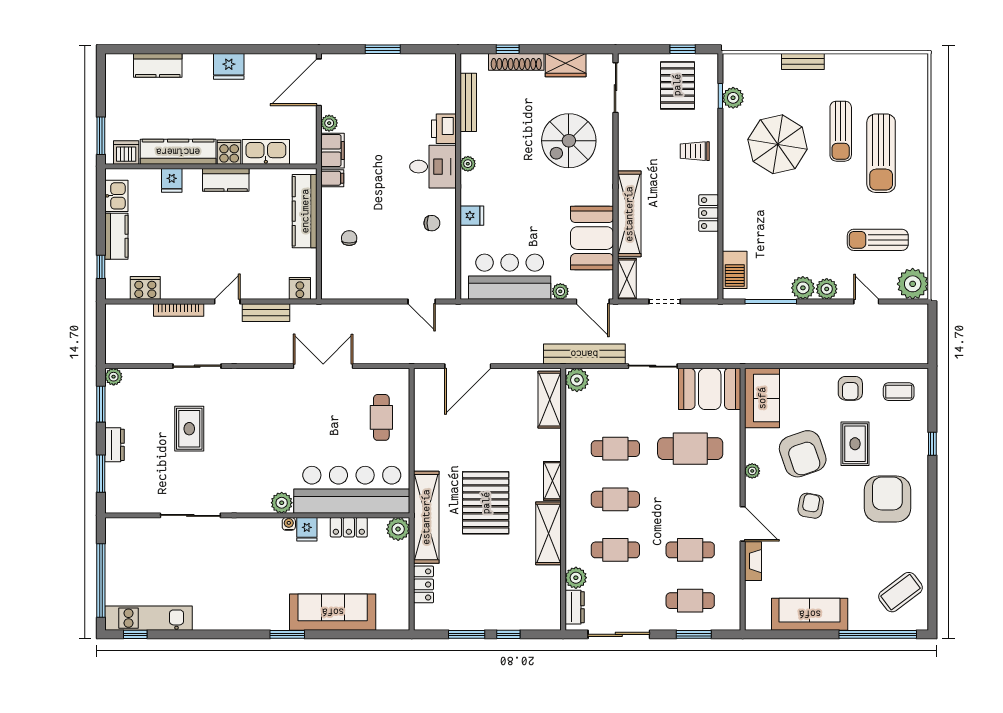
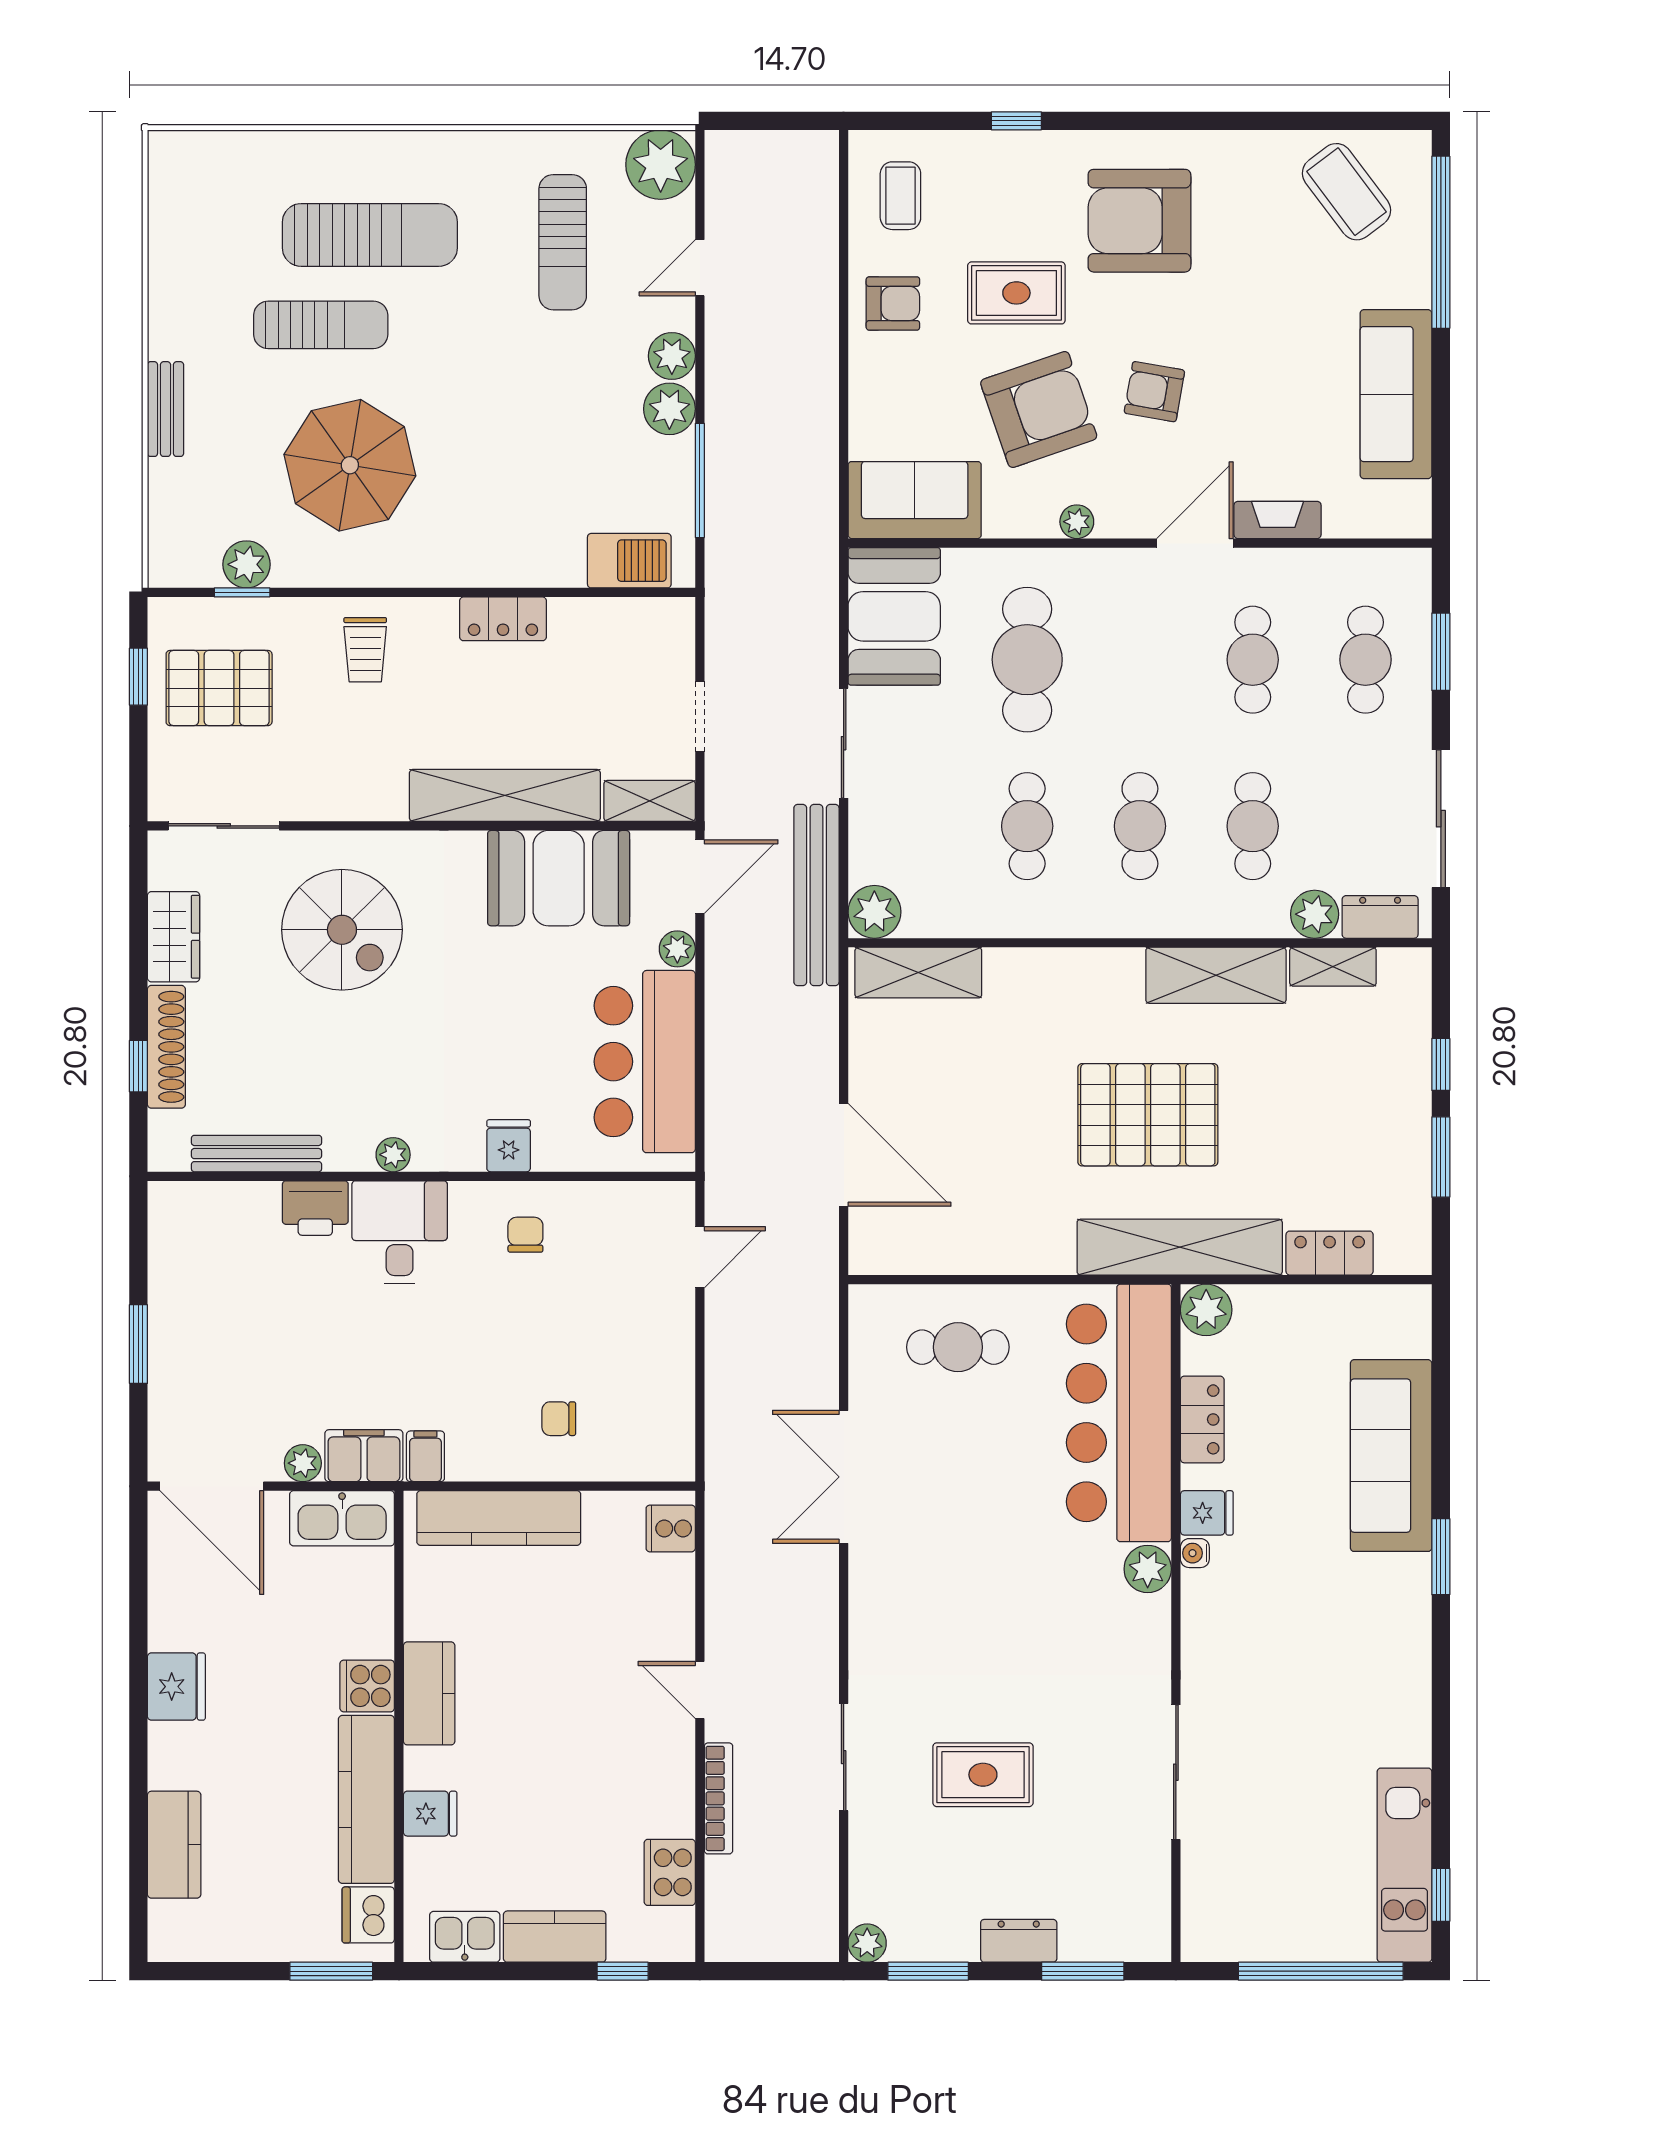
kitchen sink: (266, 152) -> (342, 1518), moved, turned -90
bench: (266, 313) -> (724, 1604), removed
shelving: (552, 481) -> (1333, 967), moved

